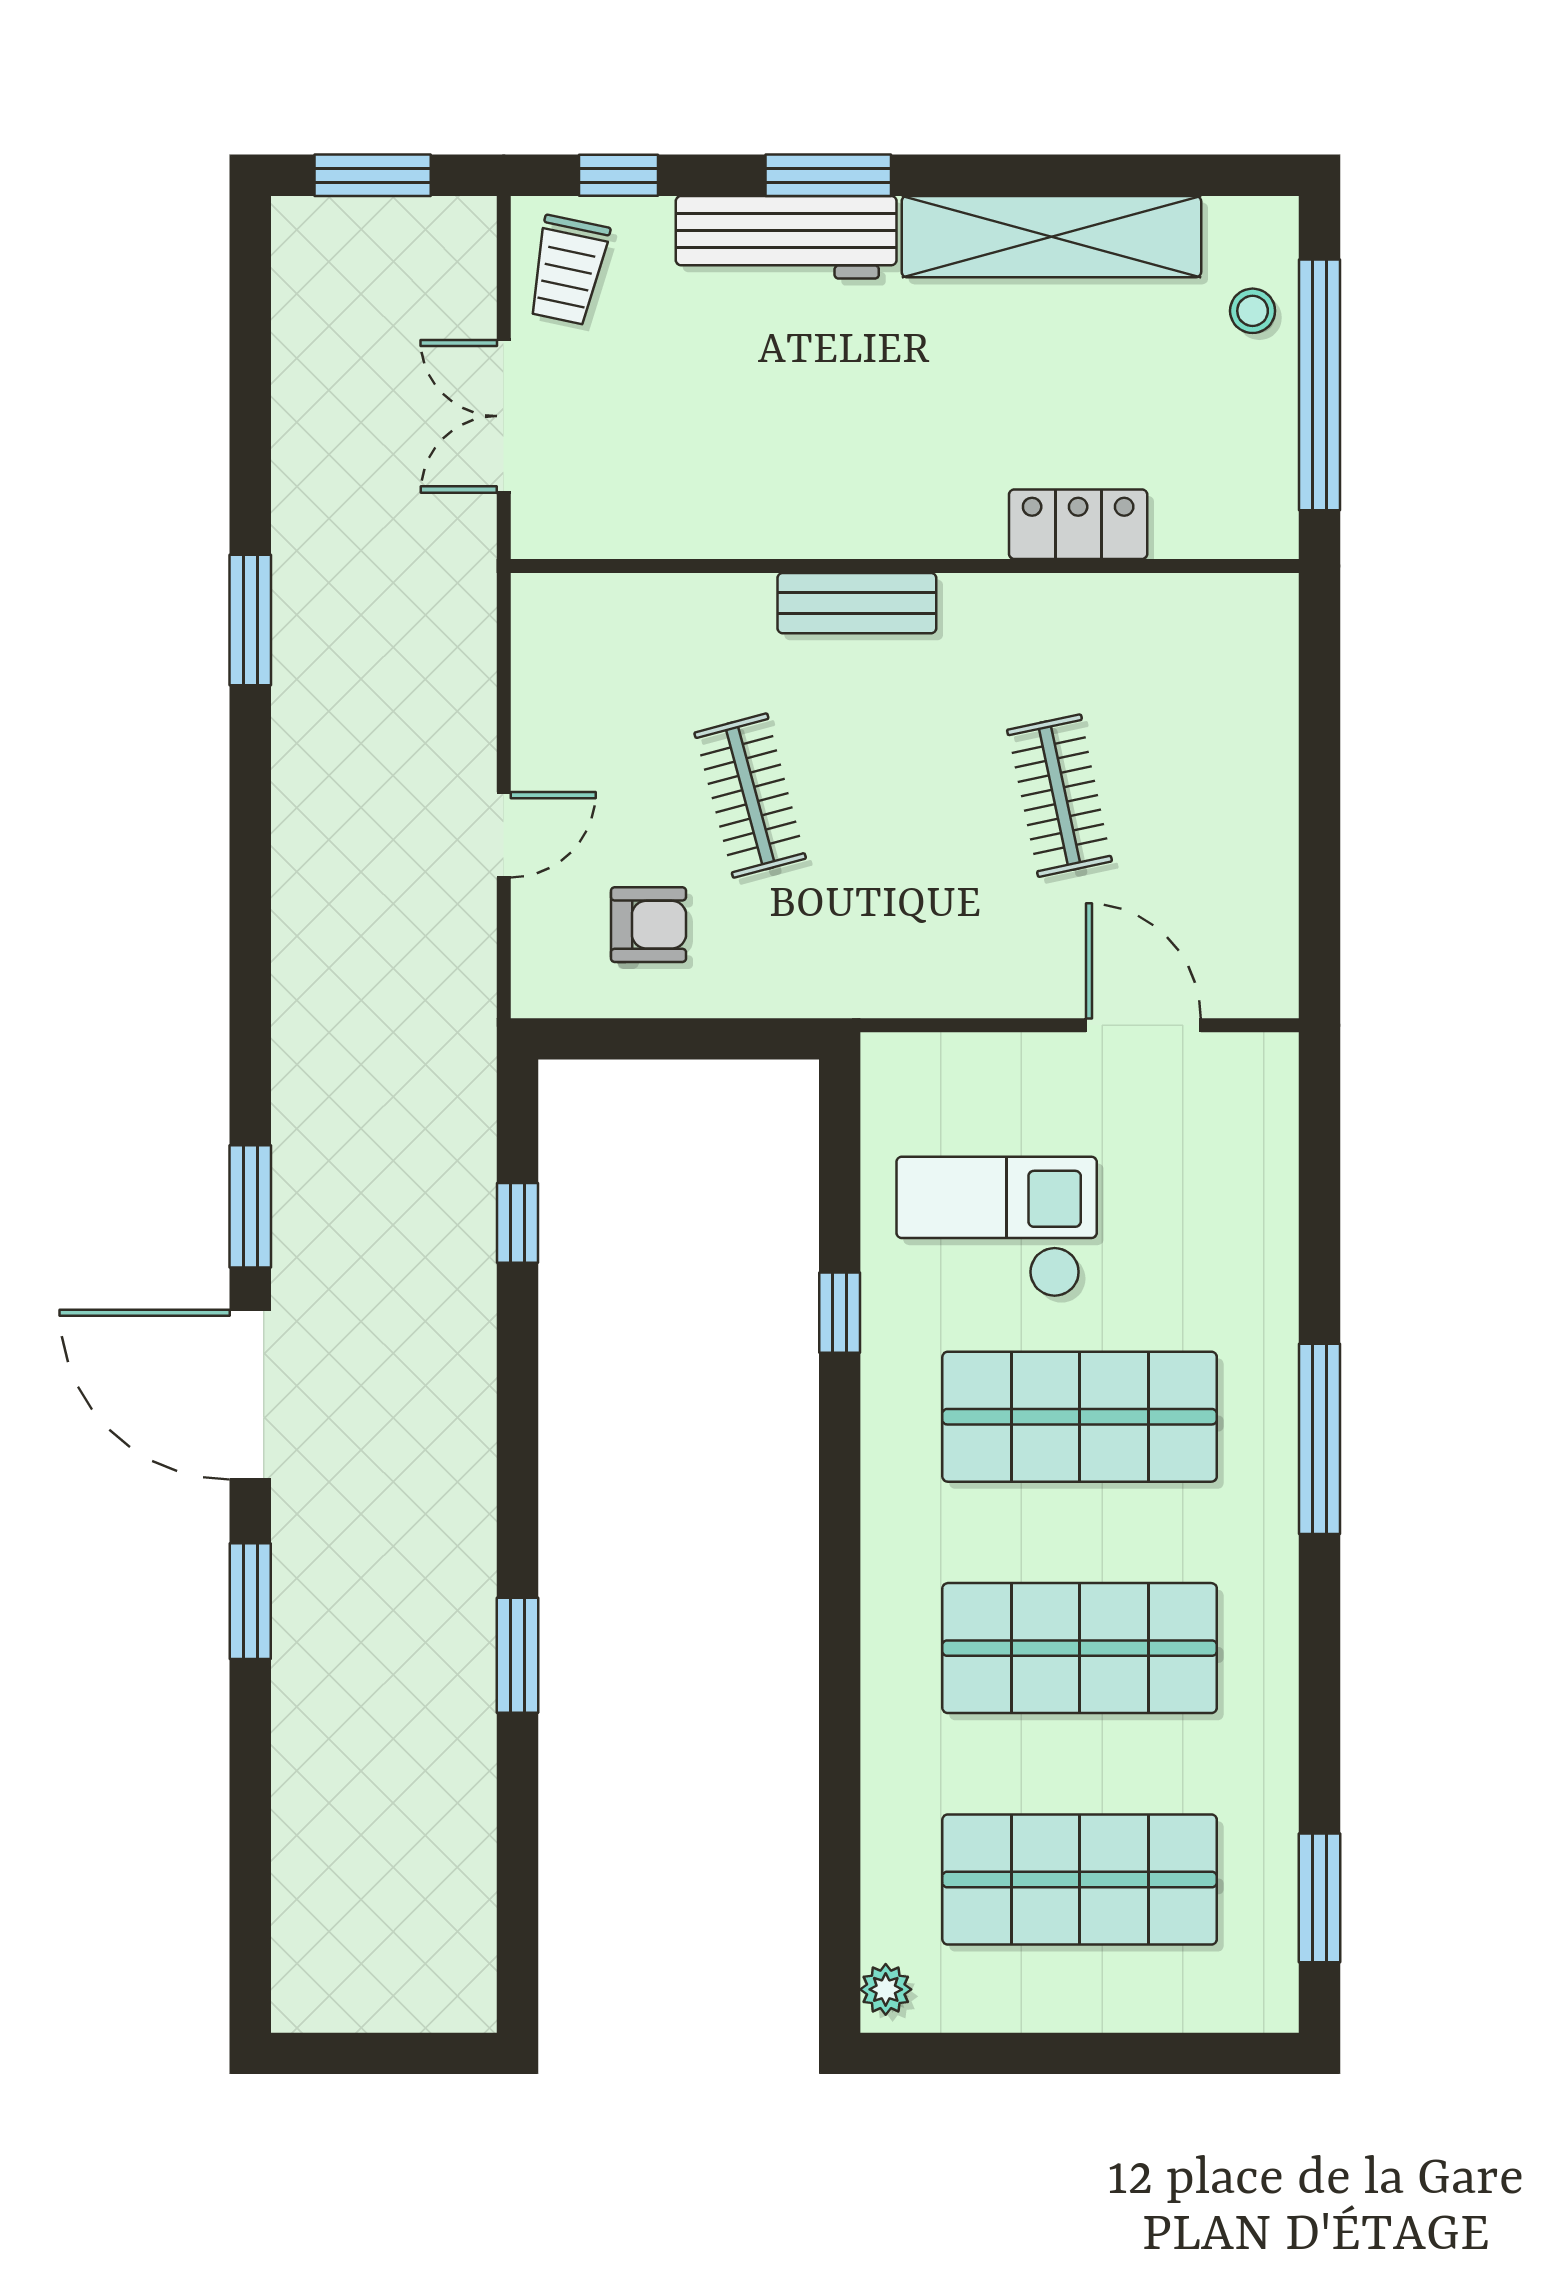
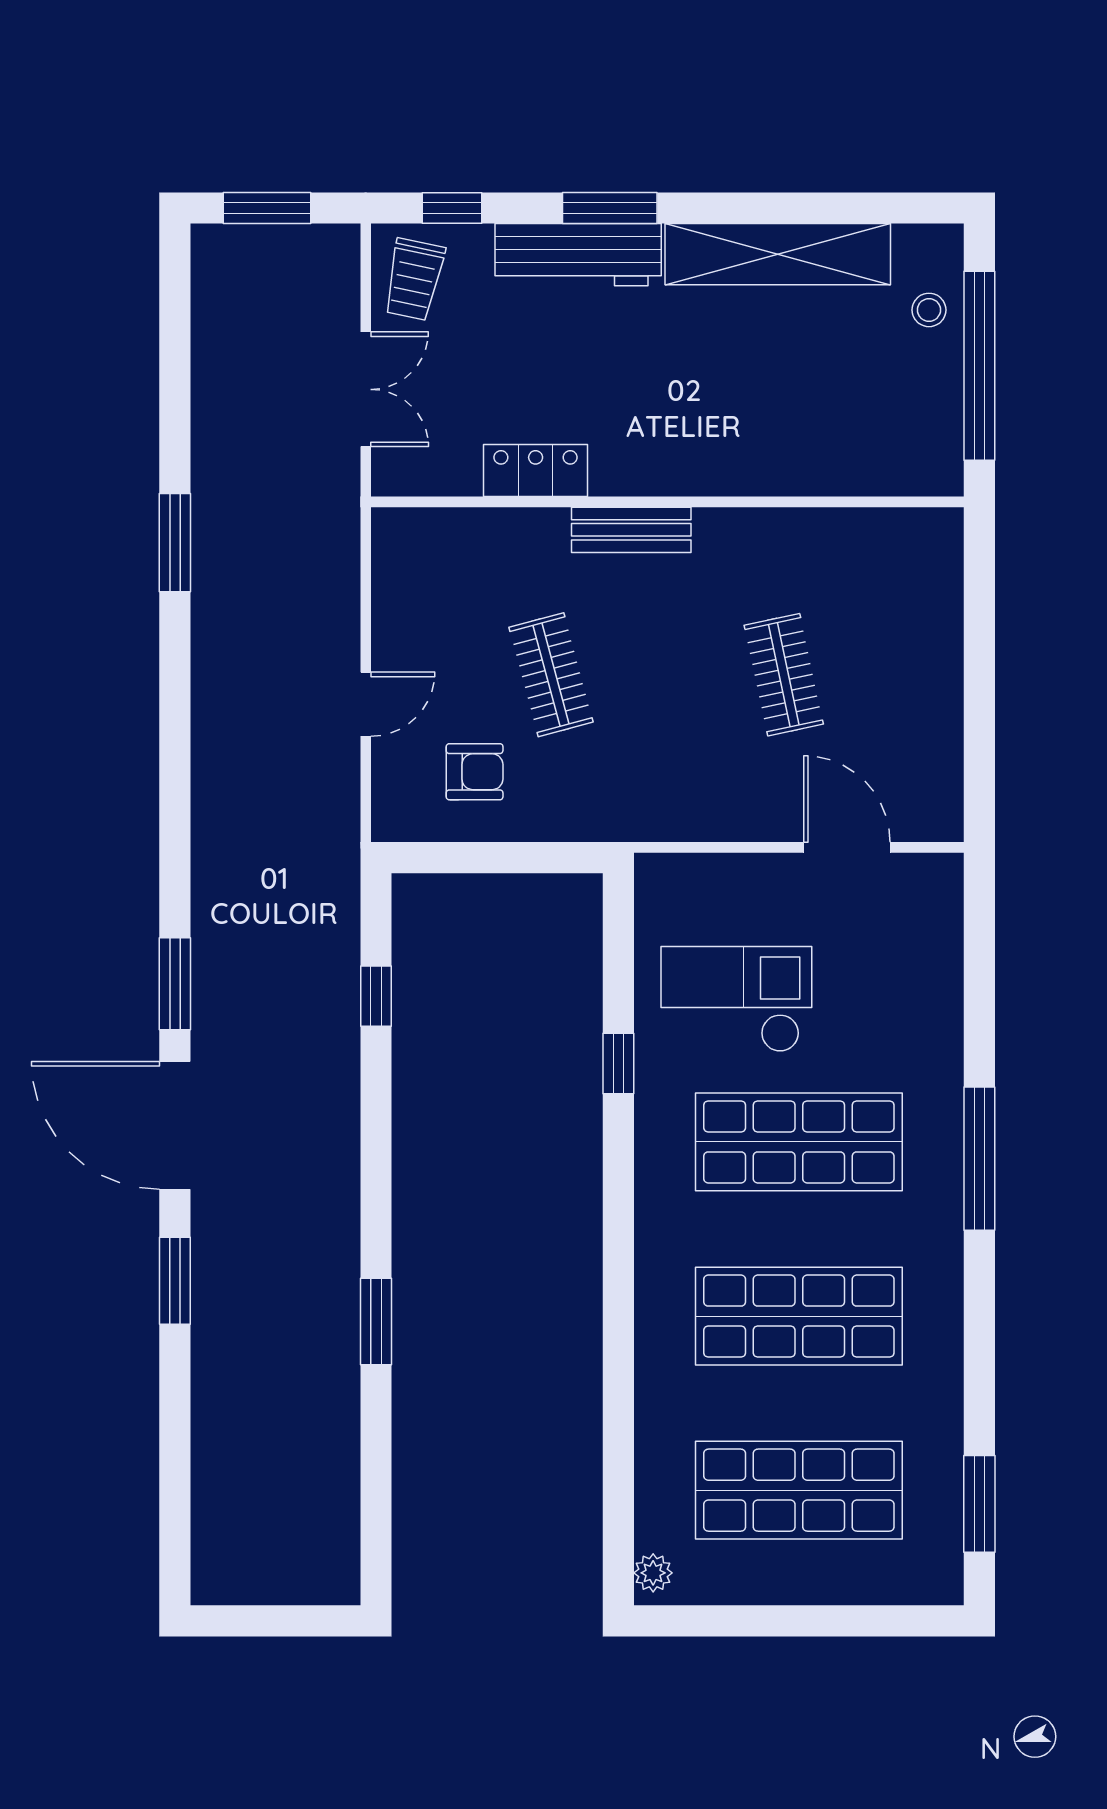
double door: (504, 416) -> (366, 389), swing flipped
locker: (1078, 524) -> (536, 471), moved

